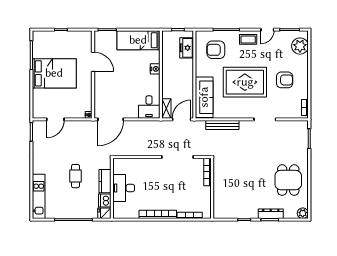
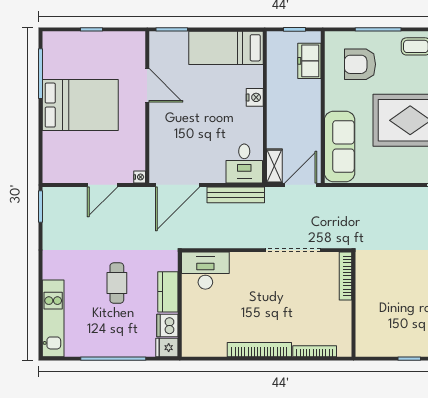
door: (55, 119) -> (102, 185), moved
bench: (222, 125) -> (236, 195), moved
desk: (124, 188) -> (205, 271), moved, turned 90

